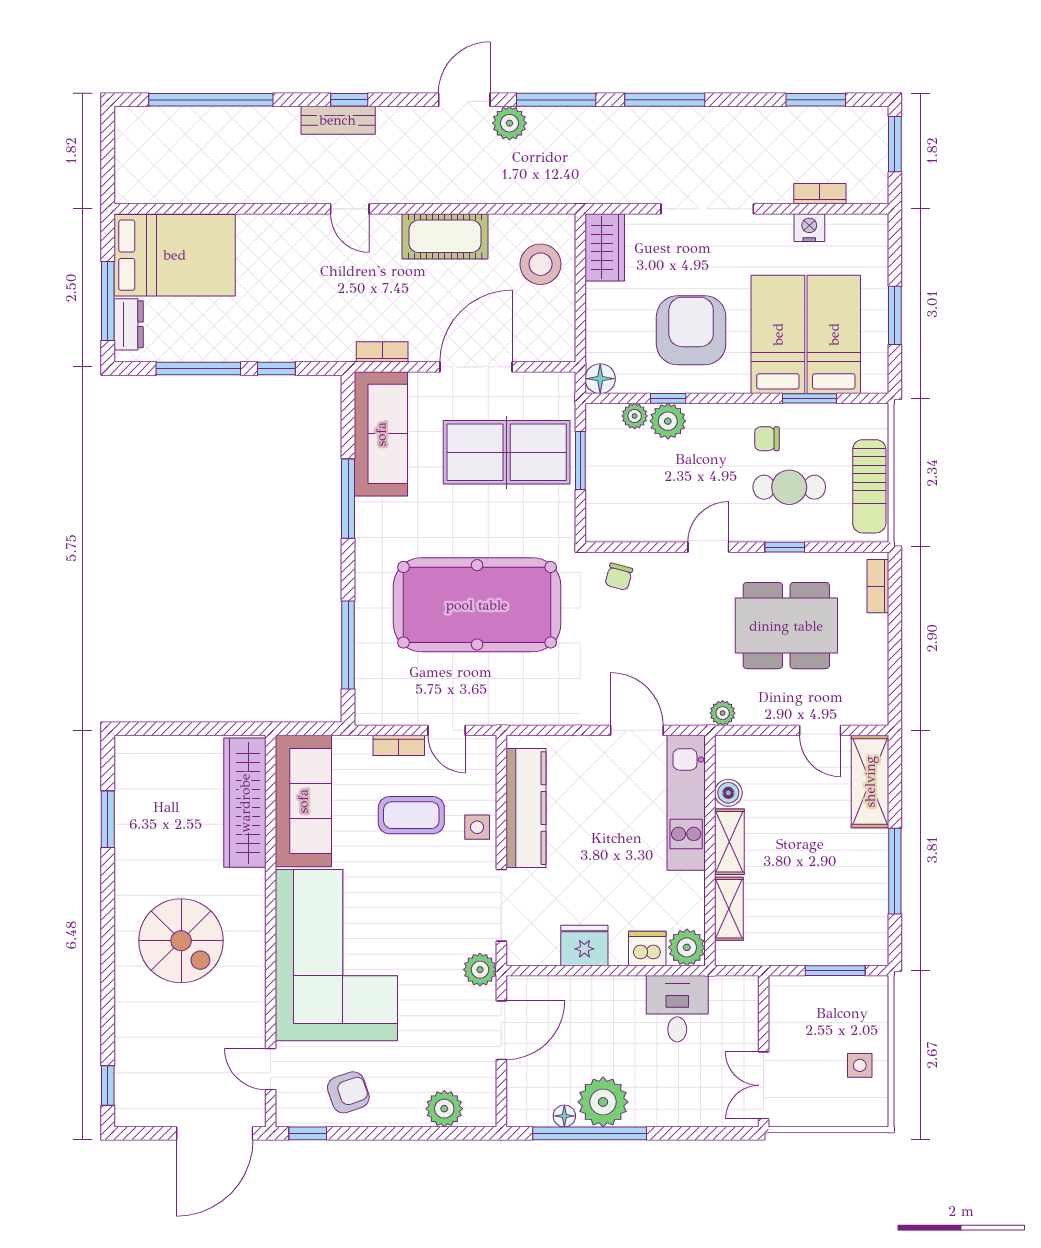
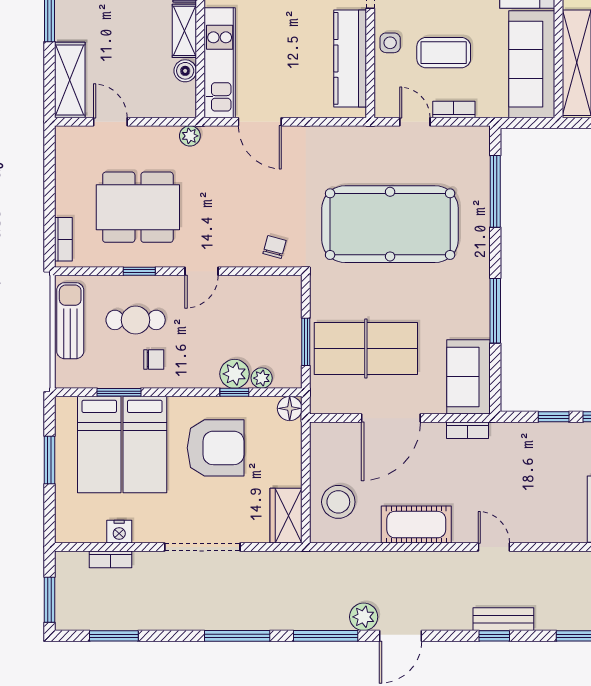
armchair: (691, 330) -> (216, 448), turned -90
sofa: (381, 434) -> (469, 377), width x0.73

